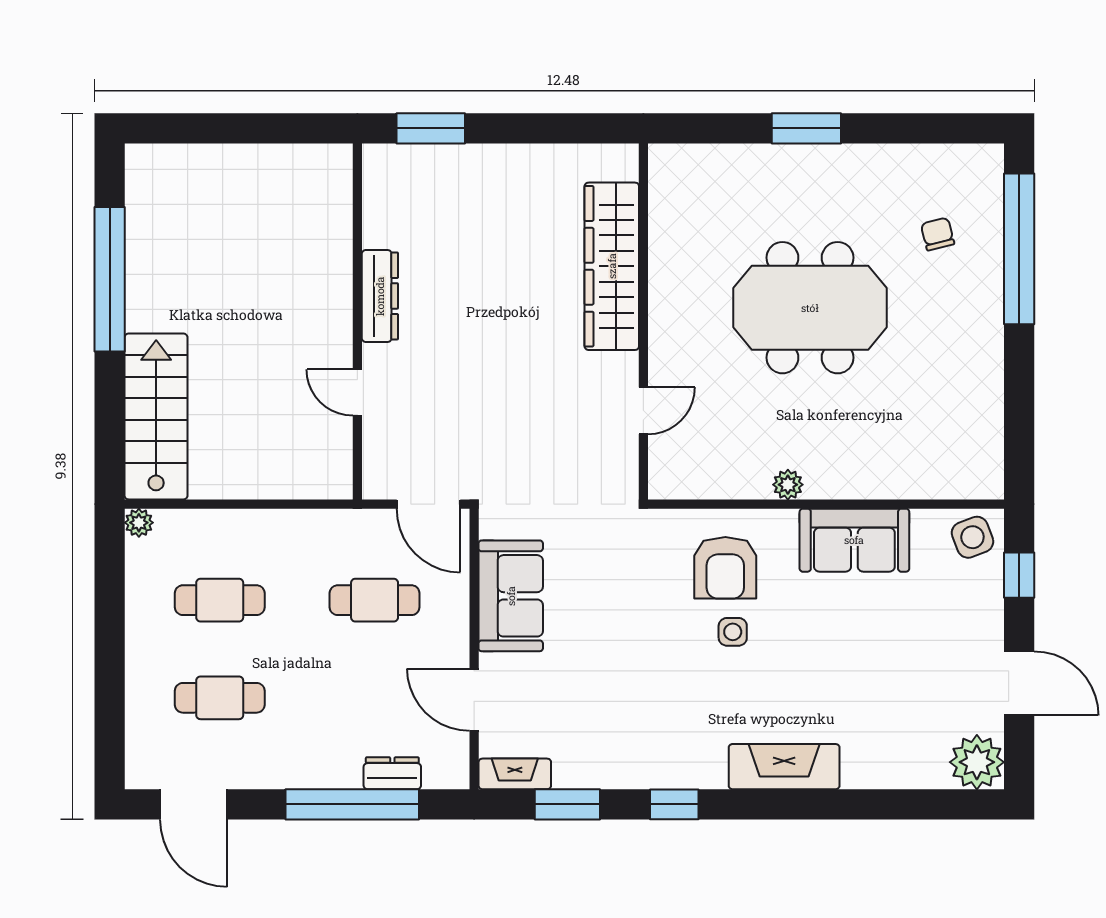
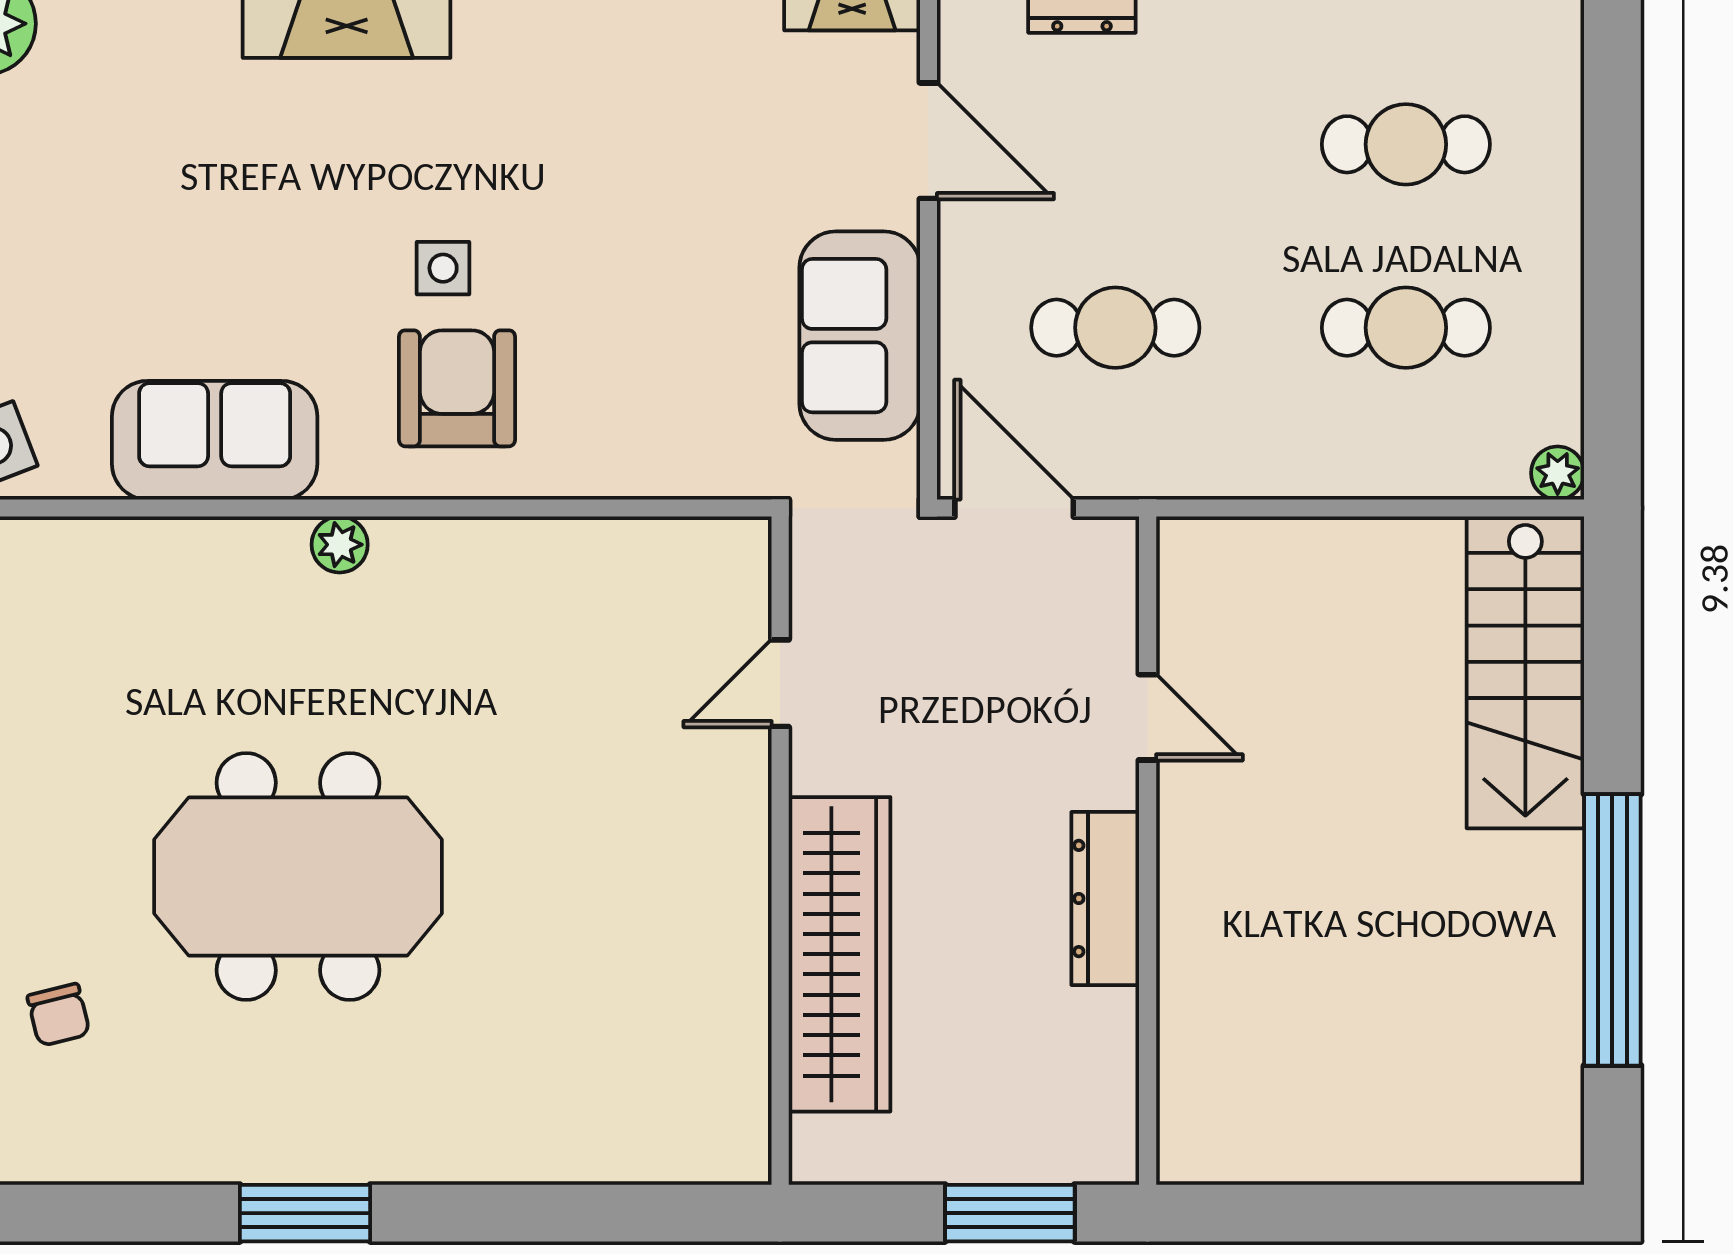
wardrobe: (612, 266) -> (840, 954), moved
wall: (643, 321) -> (780, 851), moved
door: (643, 411) -> (780, 683), moved

